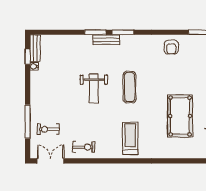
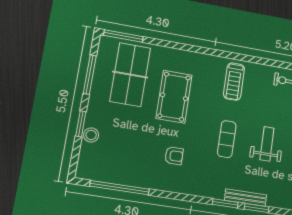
bench: (106, 40) -> (246, 198), width x1.36
armchair: (171, 47) -> (174, 156), moved, turned 90

